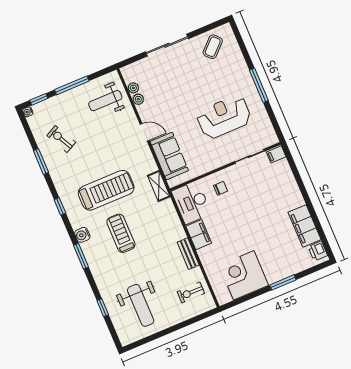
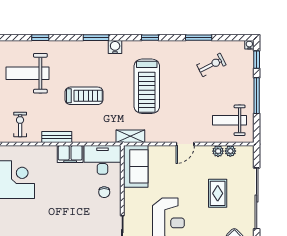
sliding door: (167, 45) -> (257, 198), width x1.36
rug: (177, 83) -> (218, 193), added
weight bench: (105, 101) -> (230, 120), turned -90
sofa: (169, 156) -> (136, 166), moved, turned -90
treadmill: (121, 233) -> (84, 96), moved

